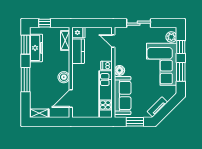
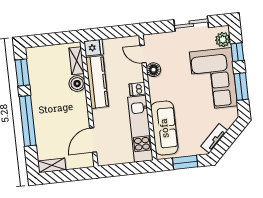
window: (45, 23) -> (46, 40), removed
sliding door: (139, 23) -> (191, 24), moved
freezer: (36, 48) -> (37, 75), removed
kitchen counter: (78, 51) -> (97, 82), width x1.50
floor lamp: (119, 70) -> (154, 70), moved
boiler: (64, 77) -> (77, 84), moved
window: (25, 80) -> (28, 121), width x1.46

